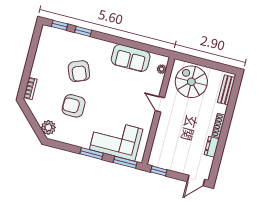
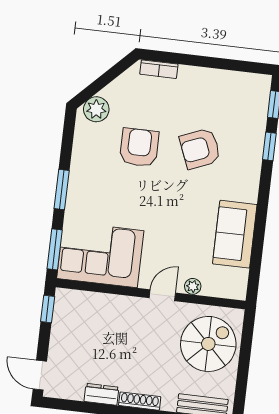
plant: (162, 69) -> (193, 286), moved
corner sofa: (116, 139) -> (100, 255), moved, turned -90

